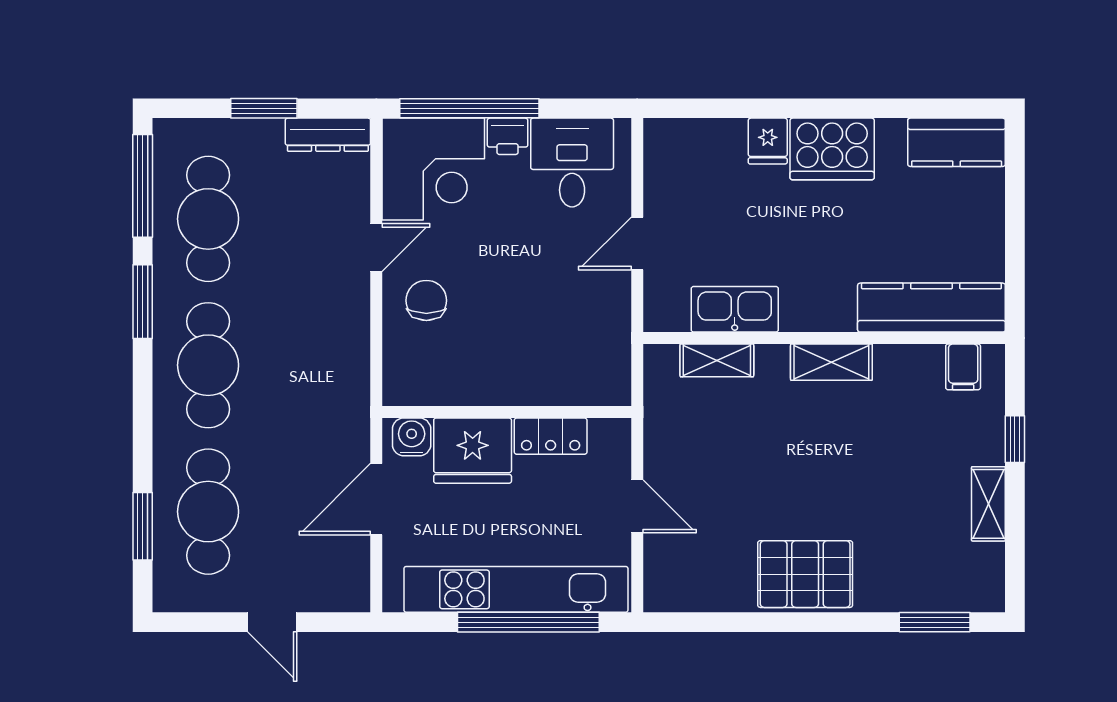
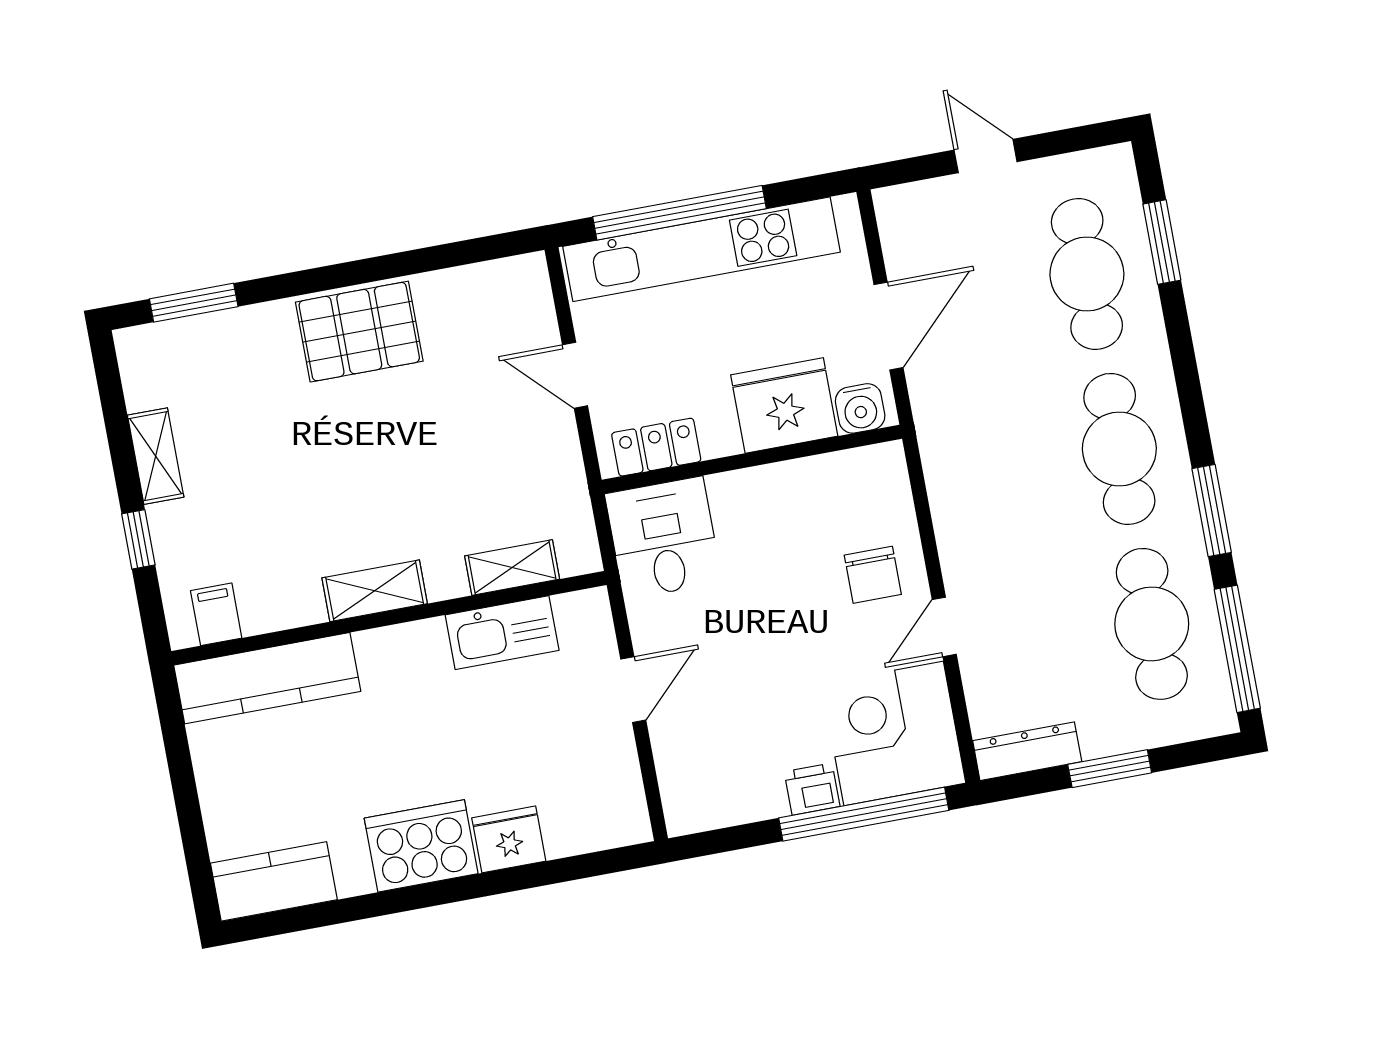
fridge: (768, 141) -> (509, 839), width x1.38
desk: (572, 163) -> (663, 538), moved, turned 180
locker: (551, 436) -> (656, 447), moved

